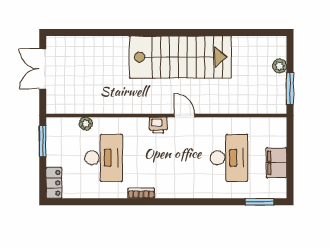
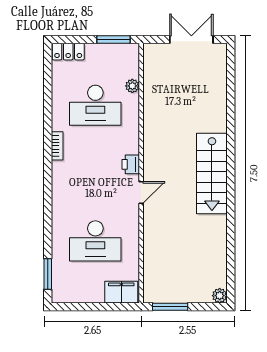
stairs: (180, 57) -> (212, 174), width x0.73, depth x0.66
plant: (280, 66) -> (220, 296), moved
filing cabinet: (276, 163) -> (121, 292), moved

